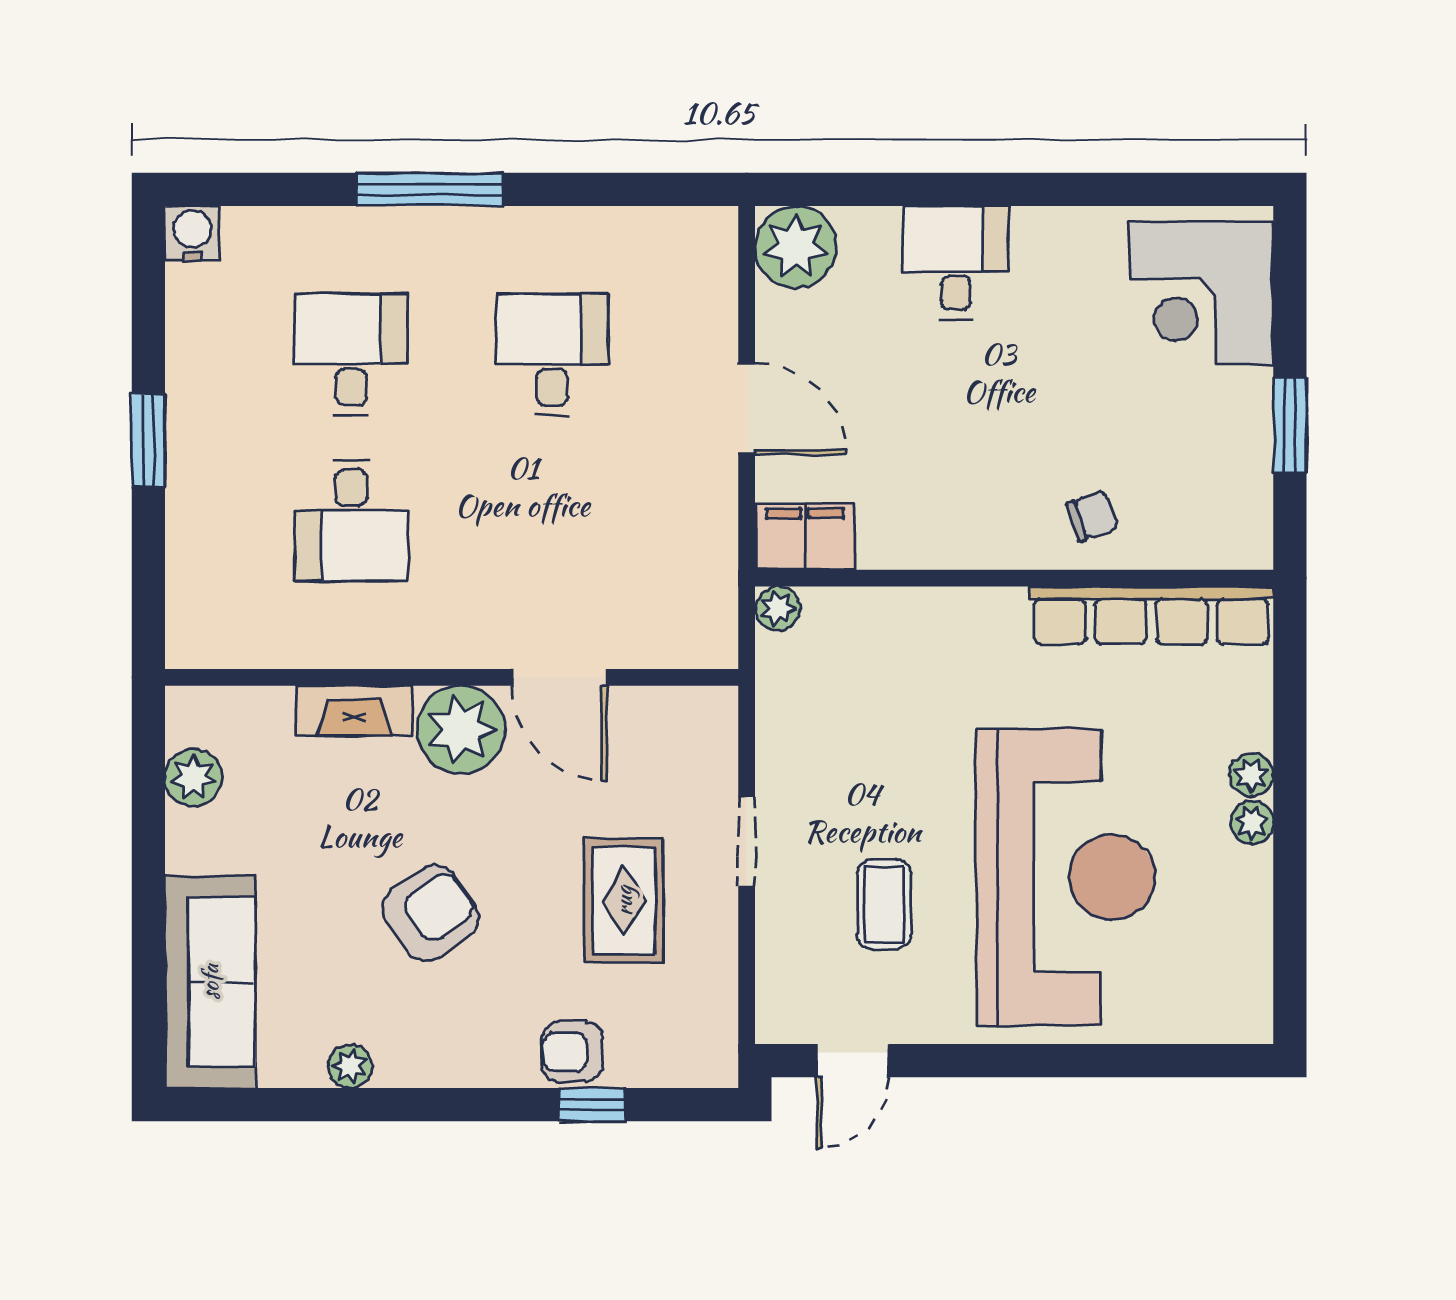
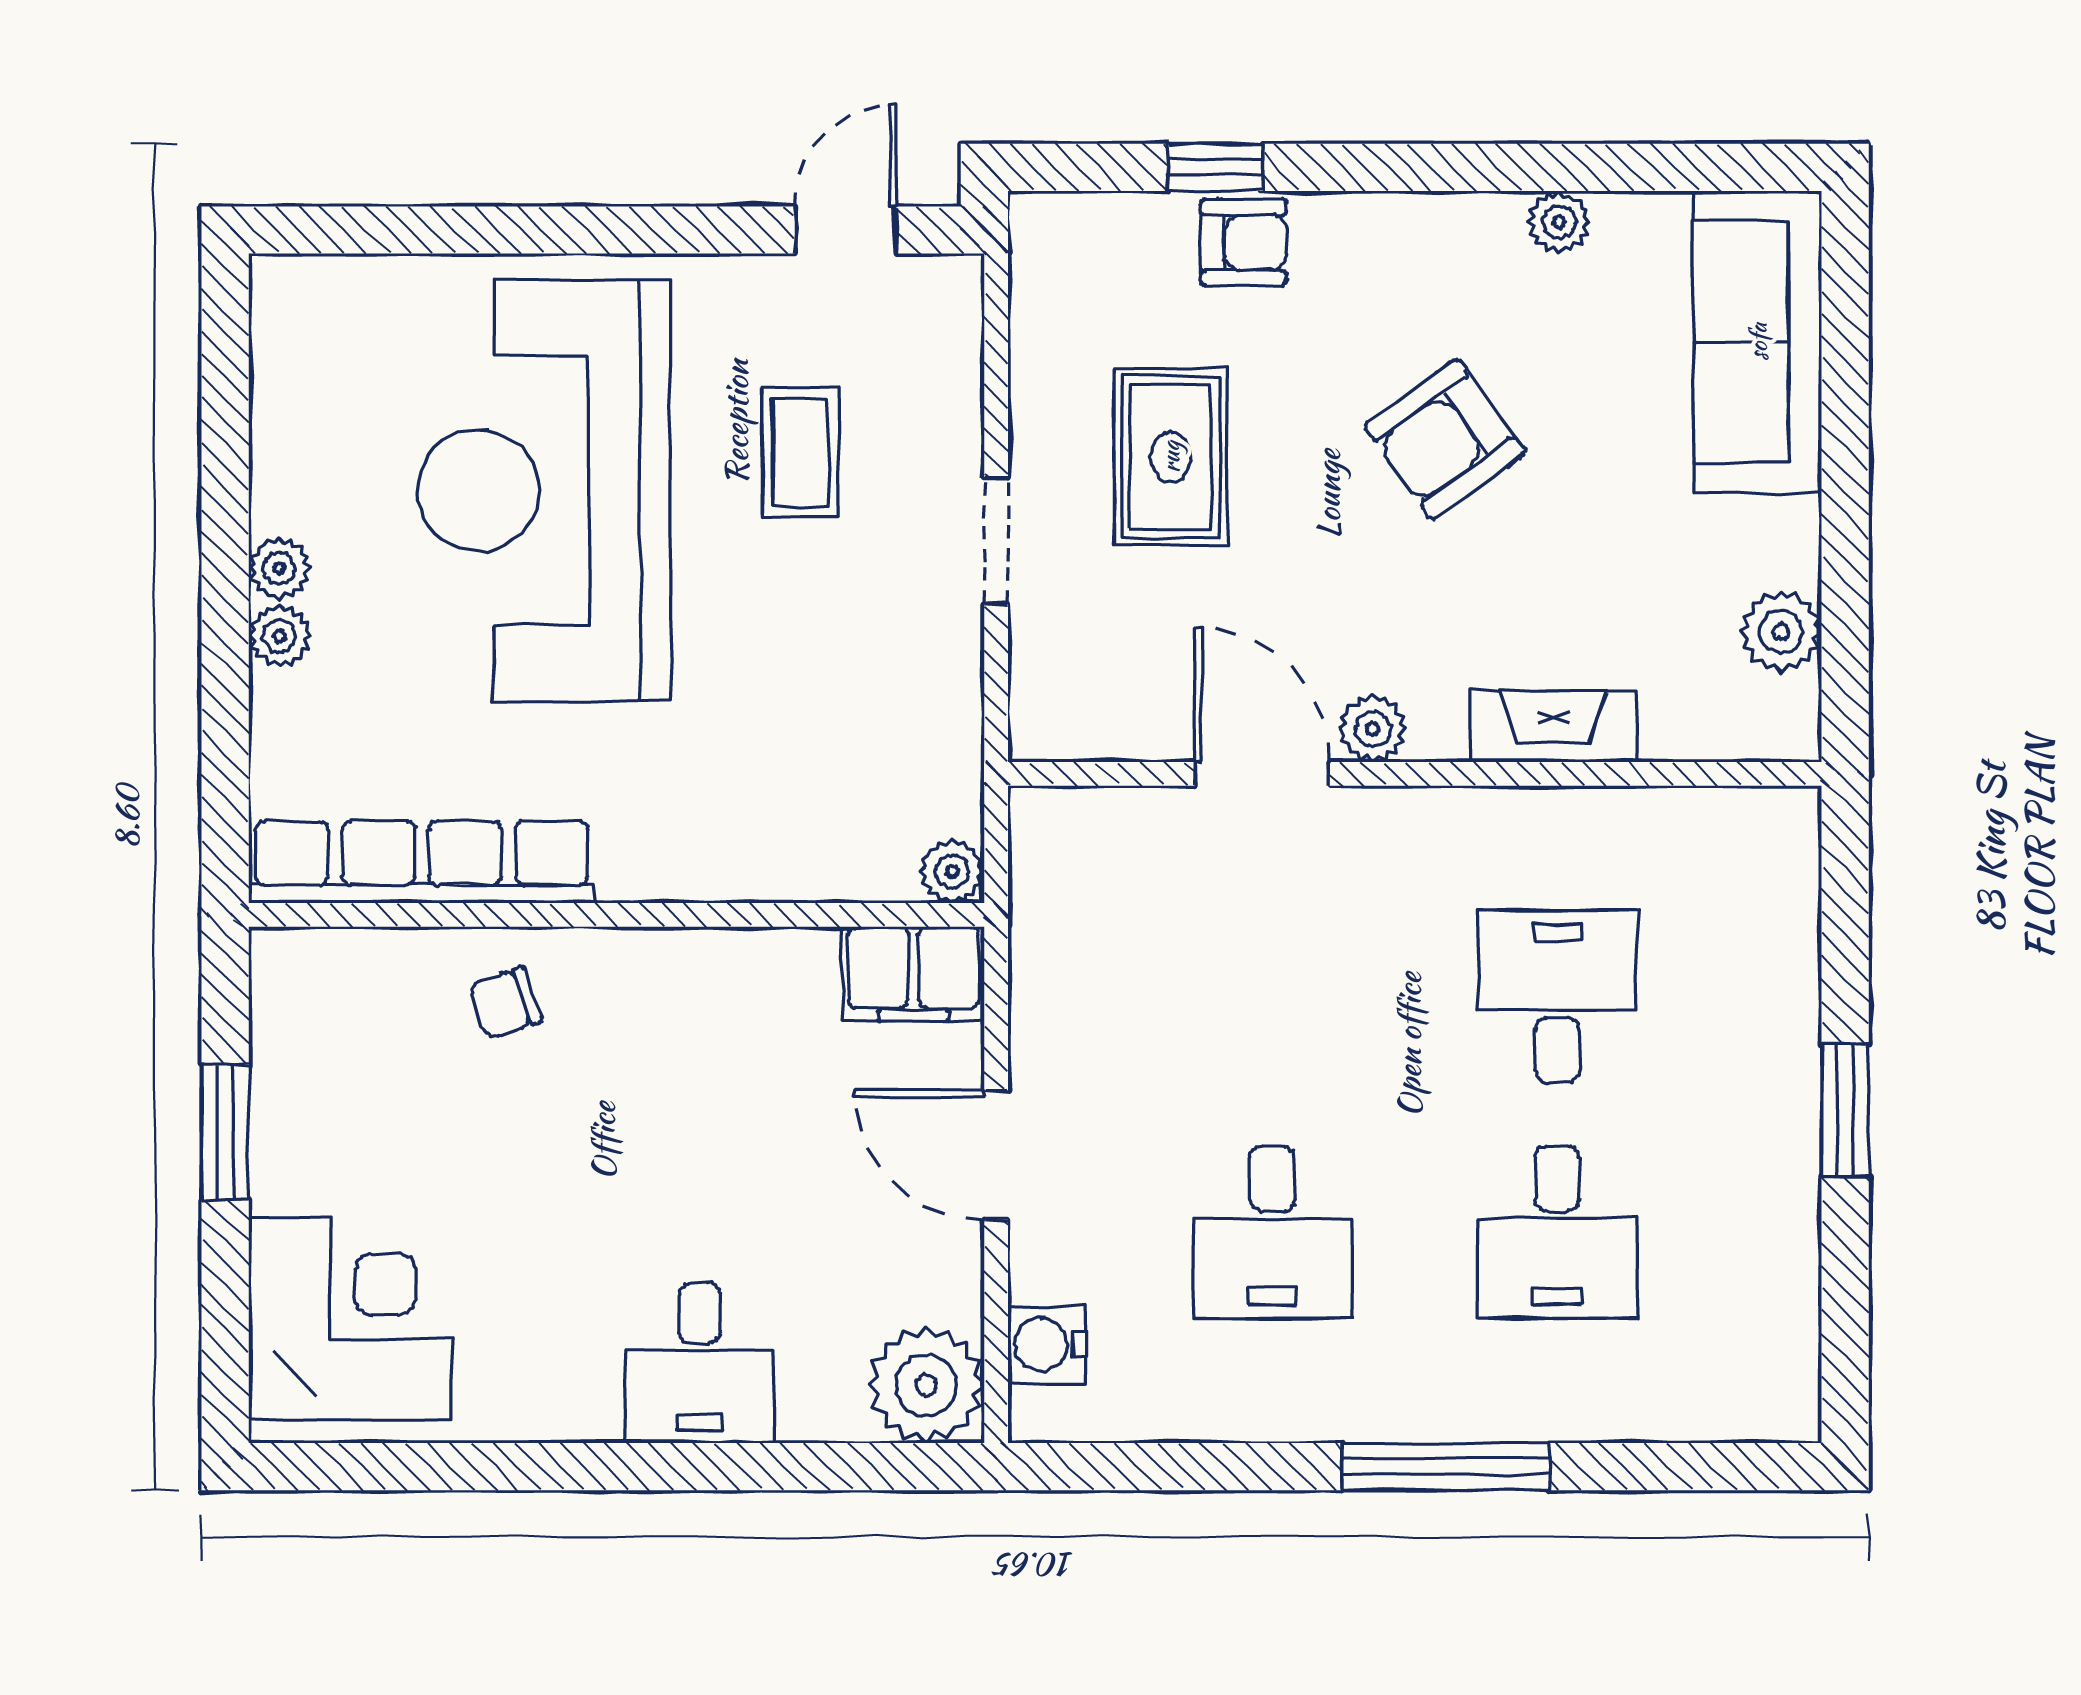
water cooler: (192, 233) -> (1047, 1345), moved, turned 90
plant: (461, 730) -> (1372, 729), width x0.53, depth x0.53

